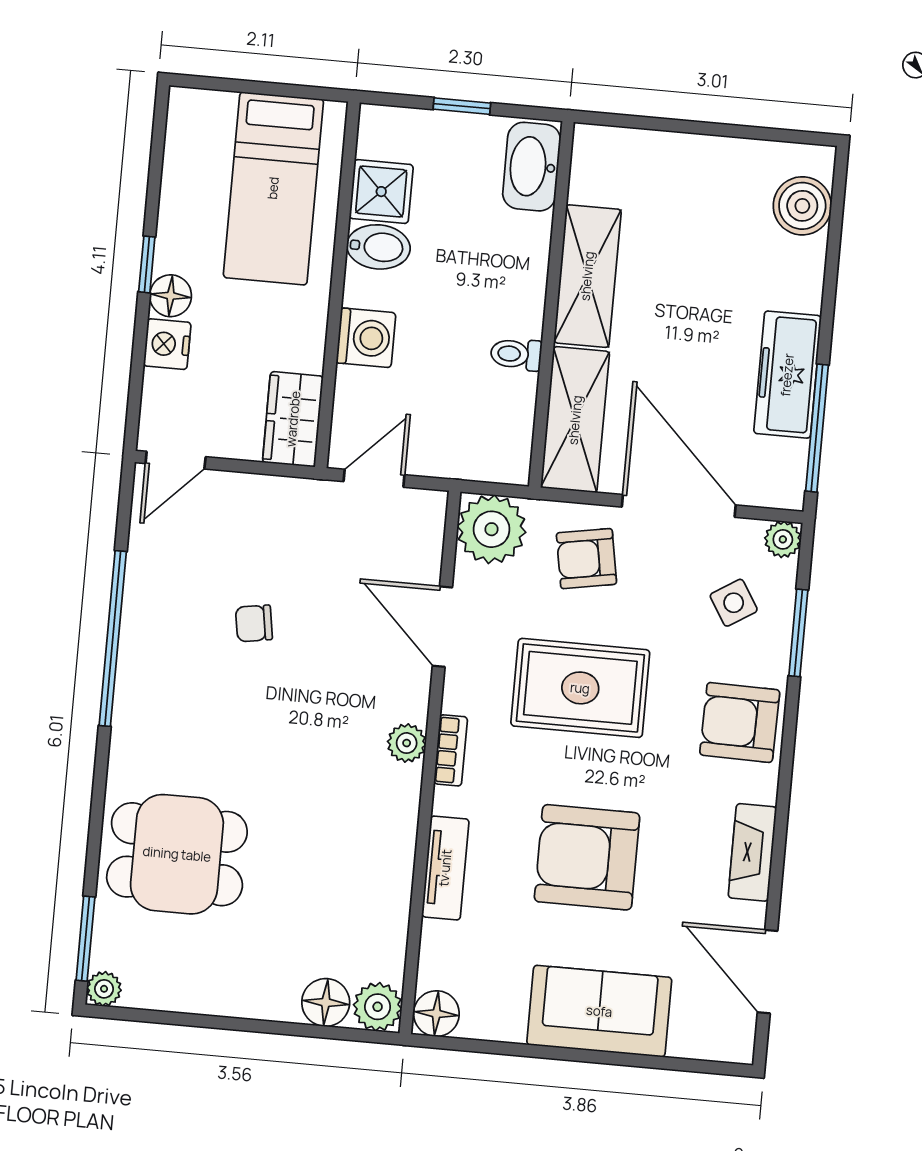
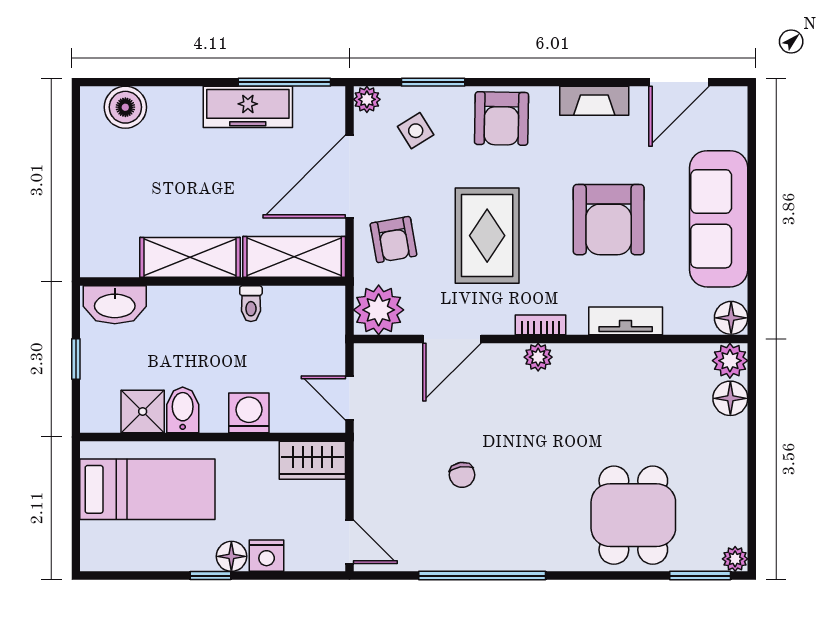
sofa: (599, 1011) -> (719, 219), width x1.36

